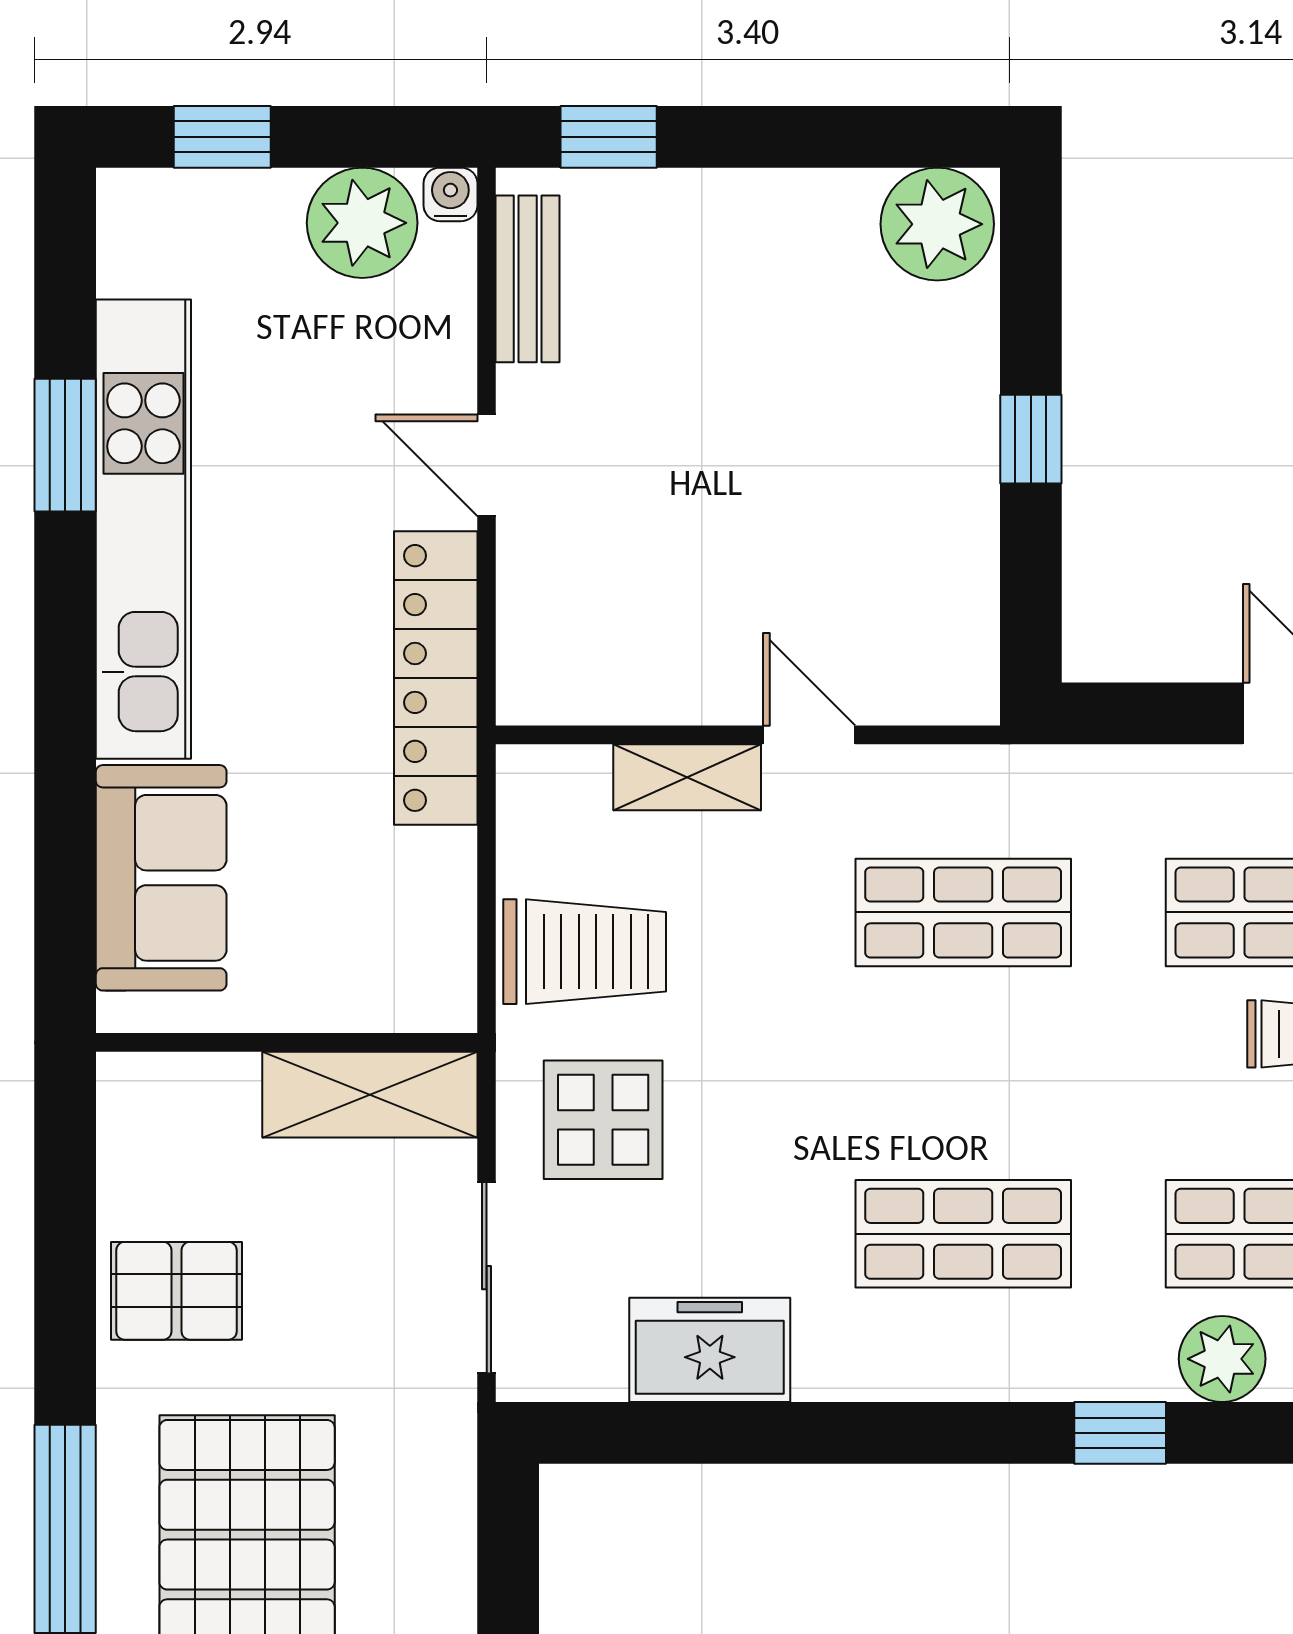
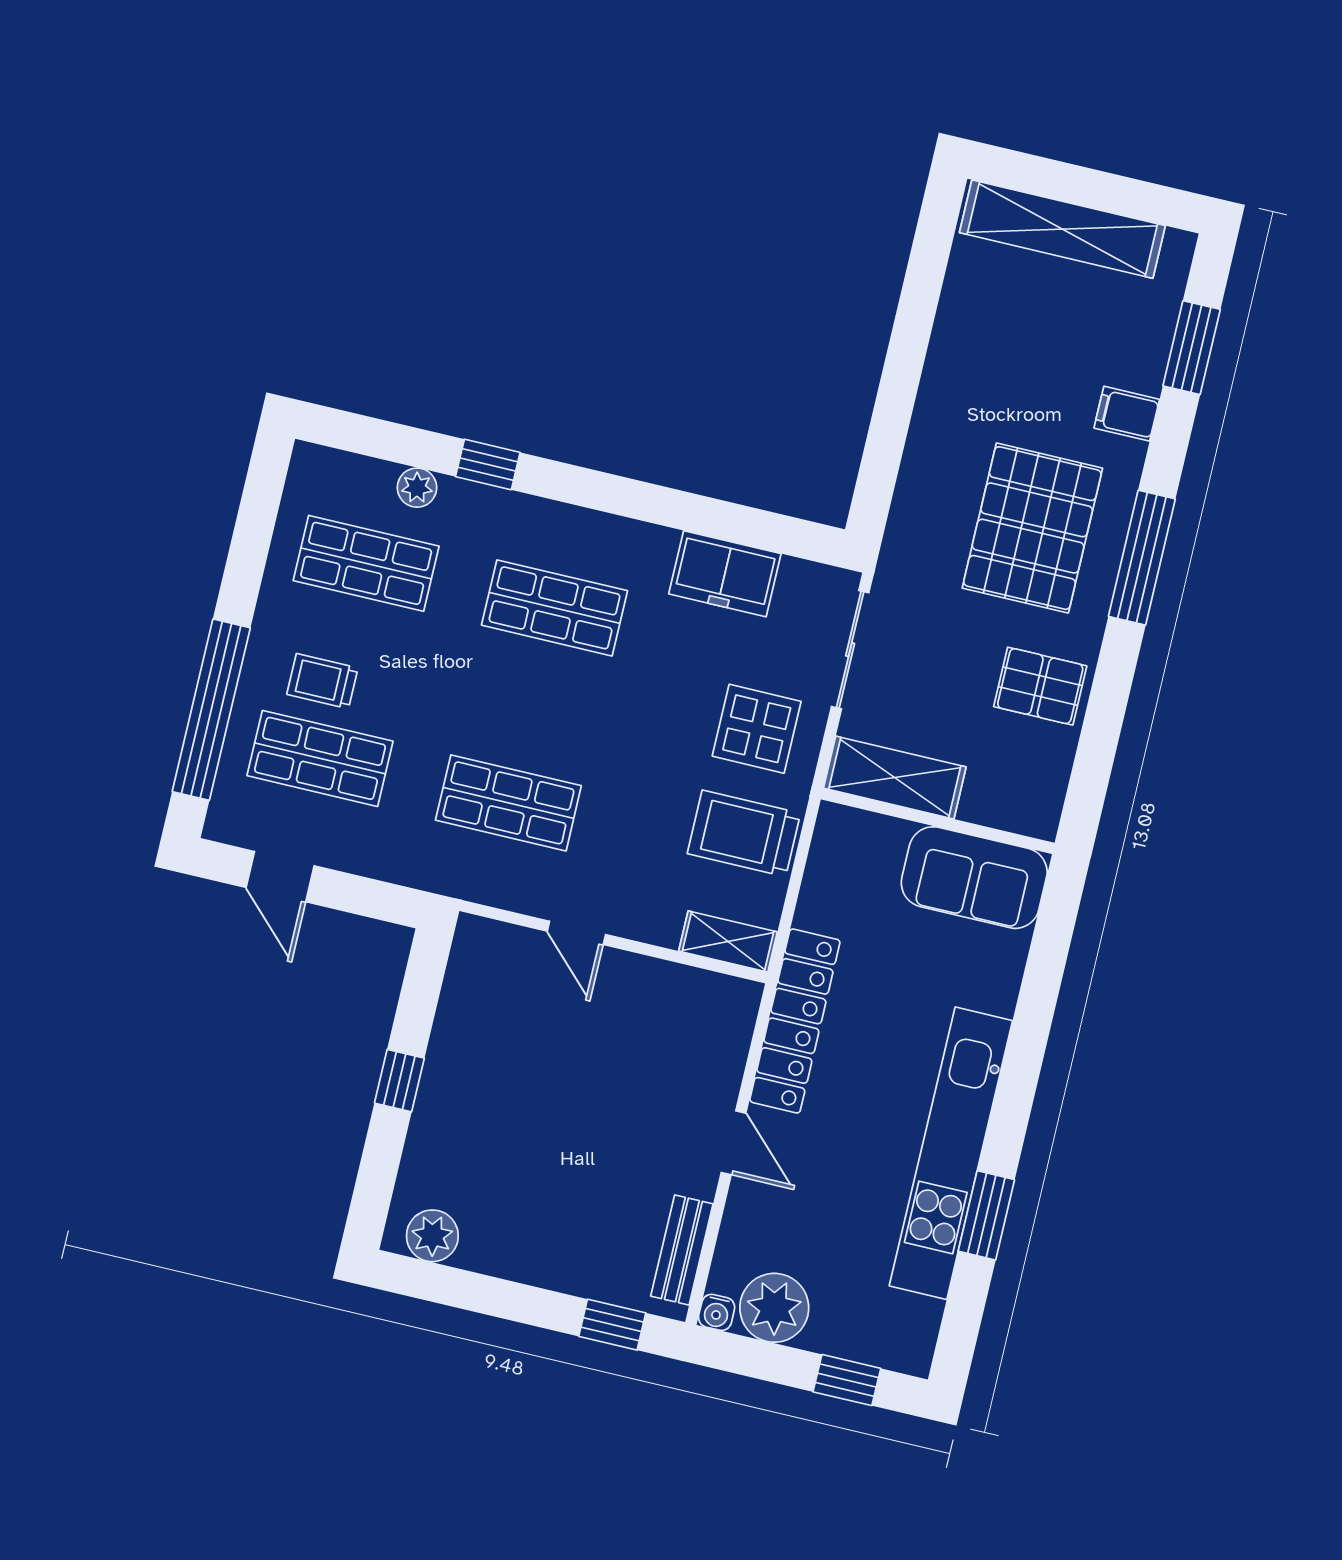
plant: (937, 224) -> (432, 1236), width x0.73, depth x0.73
shelving: (687, 777) -> (728, 941), moved
sofa: (161, 878) -> (974, 878), moved, turned -90
plant: (1222, 1359) -> (417, 488), width x0.73, depth x0.73

